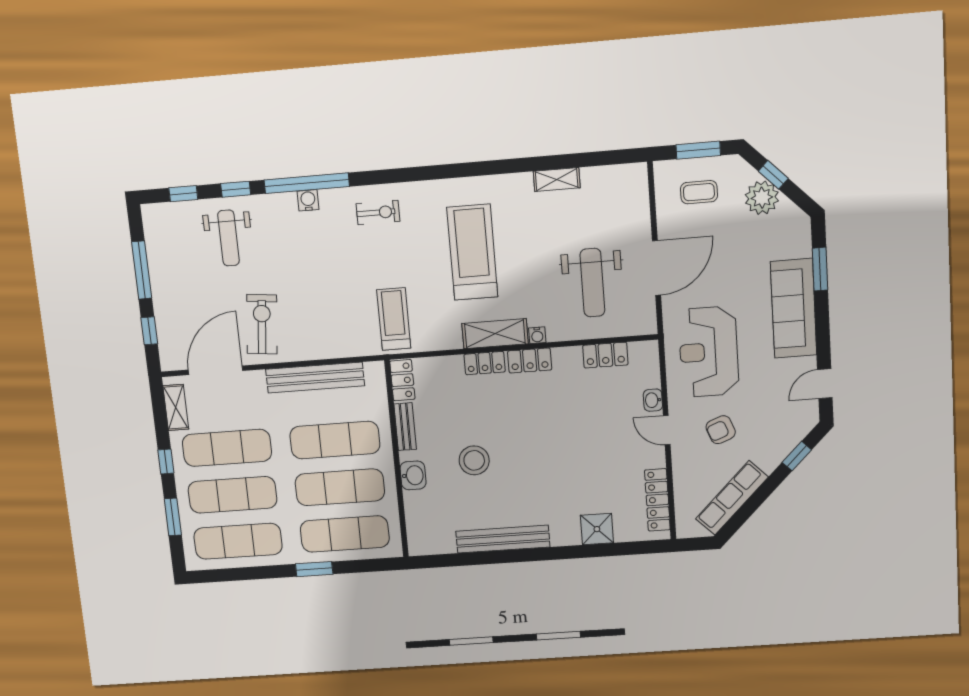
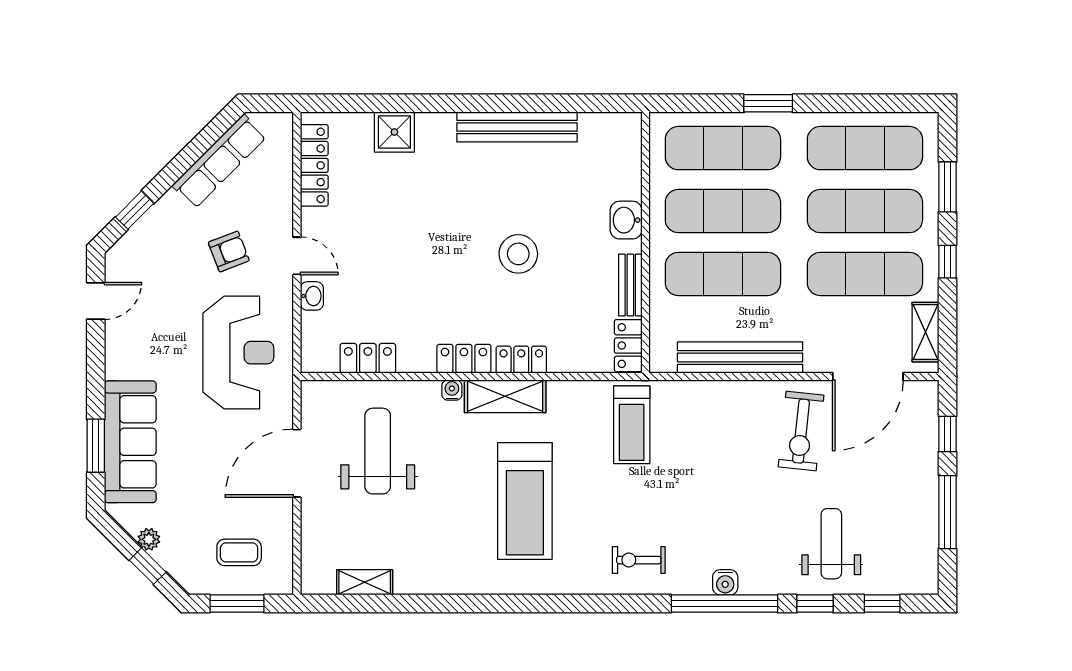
shelving: (557, 179) -> (365, 582), moved
plant: (762, 198) -> (149, 539), width x0.53, depth x0.53
sofa: (794, 308) -> (130, 442), moved
stool: (474, 460) -> (518, 254), moved

